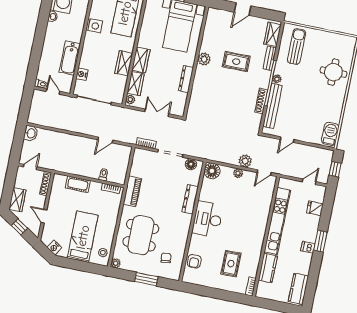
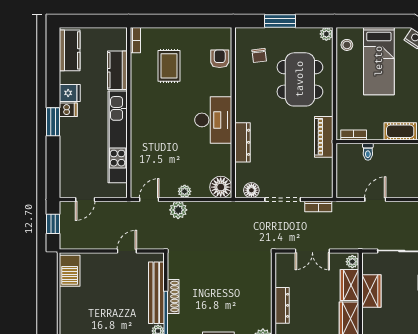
wardrobe: (124, 63) -> (371, 291), moved
fridge: (315, 208) -> (70, 93), moved

